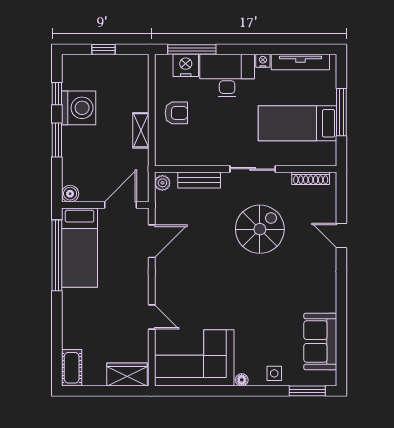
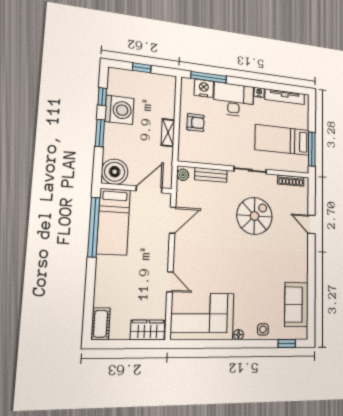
window: (341, 112) -> (312, 149), moved
boiler: (70, 194) -> (115, 172), width x1.86, depth x1.86
window: (307, 391) -> (287, 343), width x0.67

